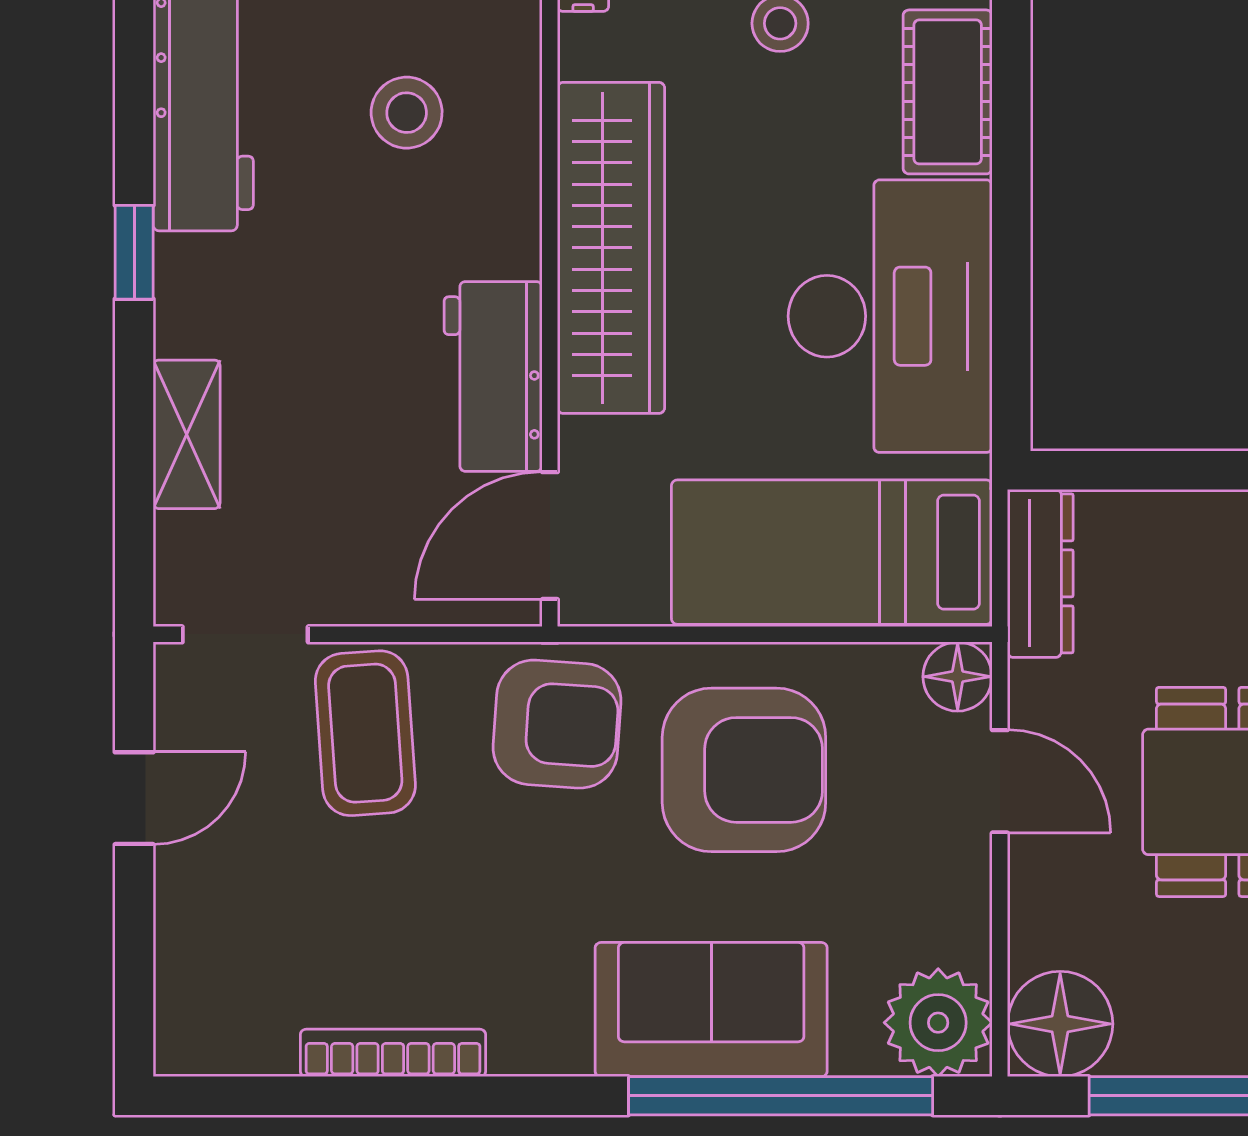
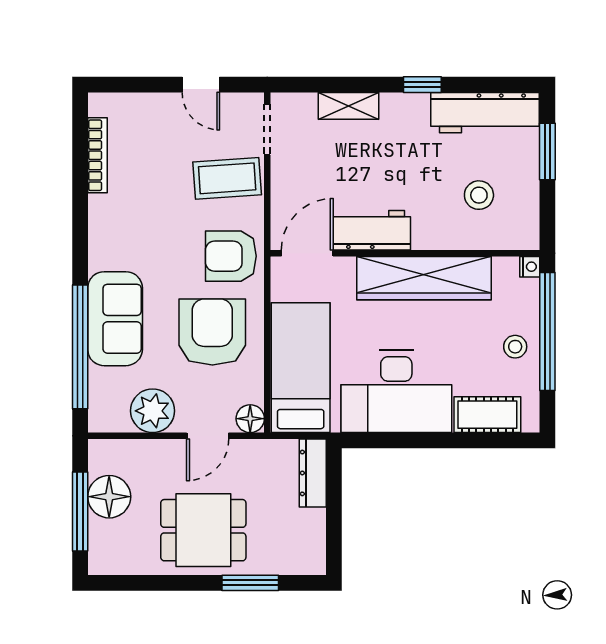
door: (550, 536) -> (307, 253), hinge flipped
dresser: (1040, 573) -> (313, 473), moved, turned 90
armchair: (557, 724) -> (231, 256), turned 86
armchair: (744, 770) -> (212, 332), turned 180
plant: (938, 1023) -> (153, 411), moved
floor lamp: (1060, 1024) -> (109, 497), moved
bookcase: (393, 1053) -> (97, 155), moved

